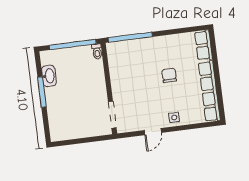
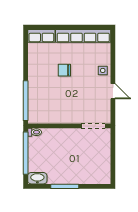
washbasin: (49, 76) -> (37, 178), moved

